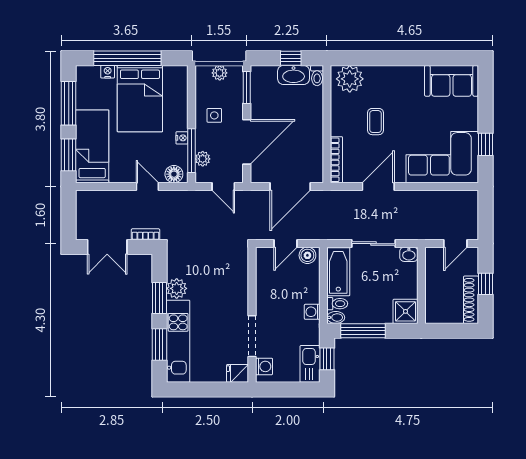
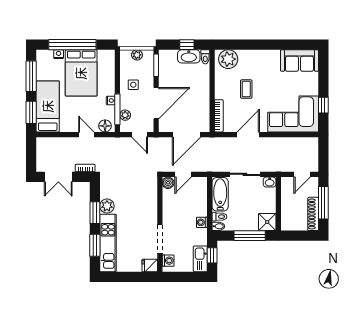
boiler: (307, 255) -> (168, 183), moved
window: (485, 284) -> (323, 203), width x2.17
window: (363, 331) -> (250, 236), moved

